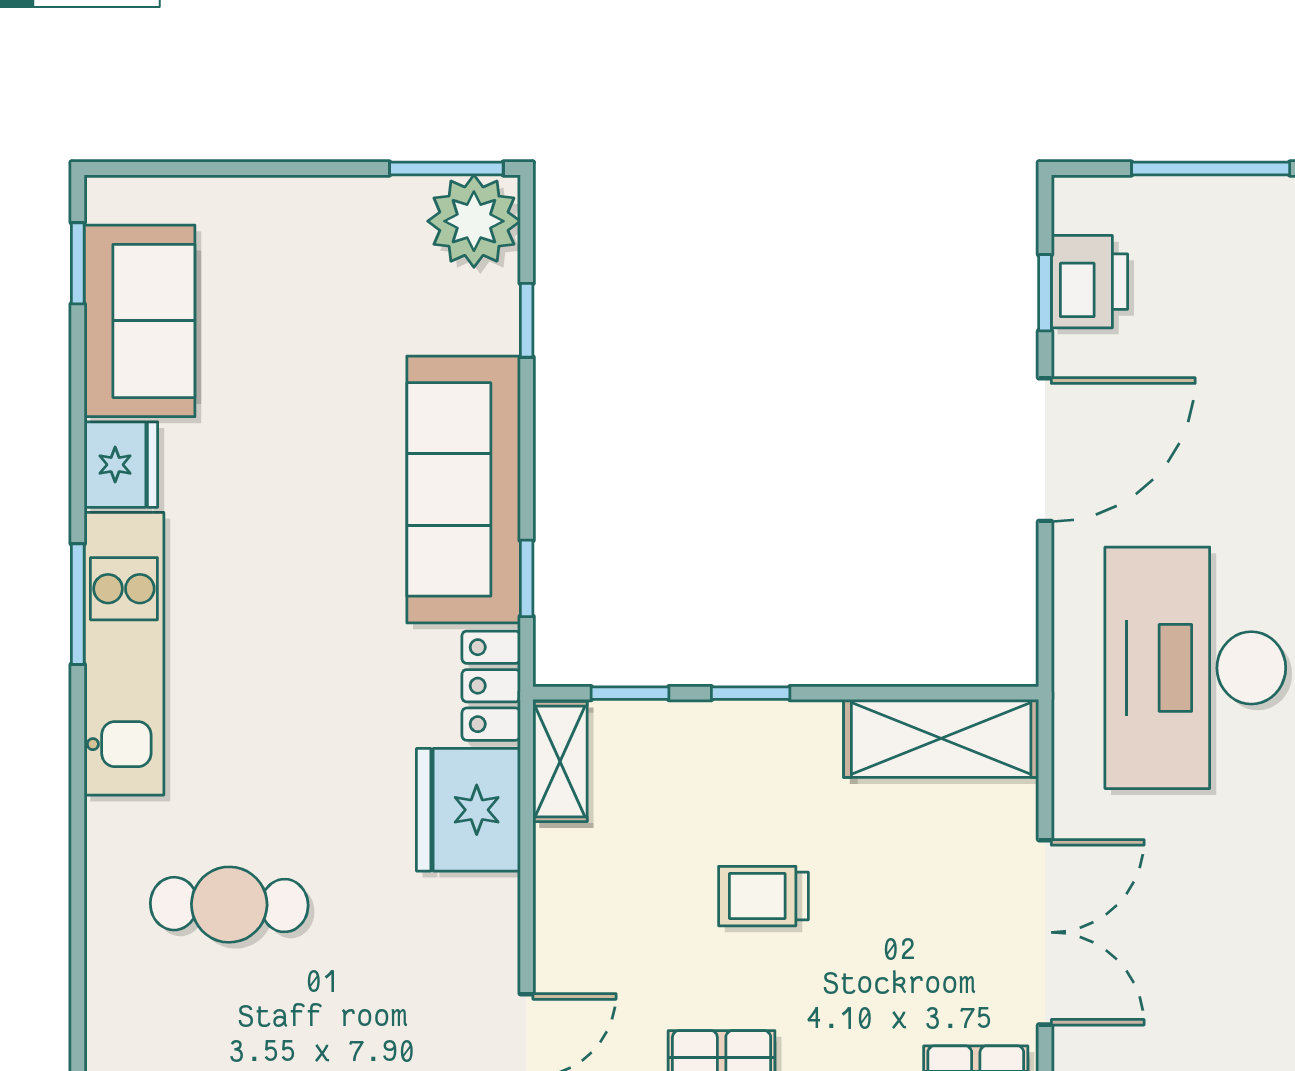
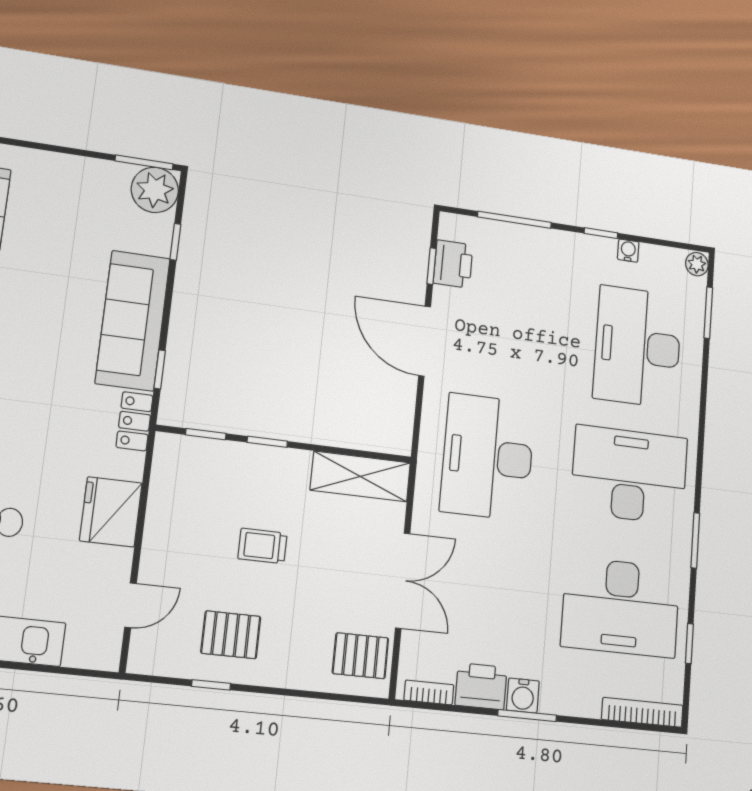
door: (1045, 450) -> (425, 341), swing flipped
shelving: (560, 762) -> (166, 464), removed
fridge: (468, 810) -> (111, 512), moved

